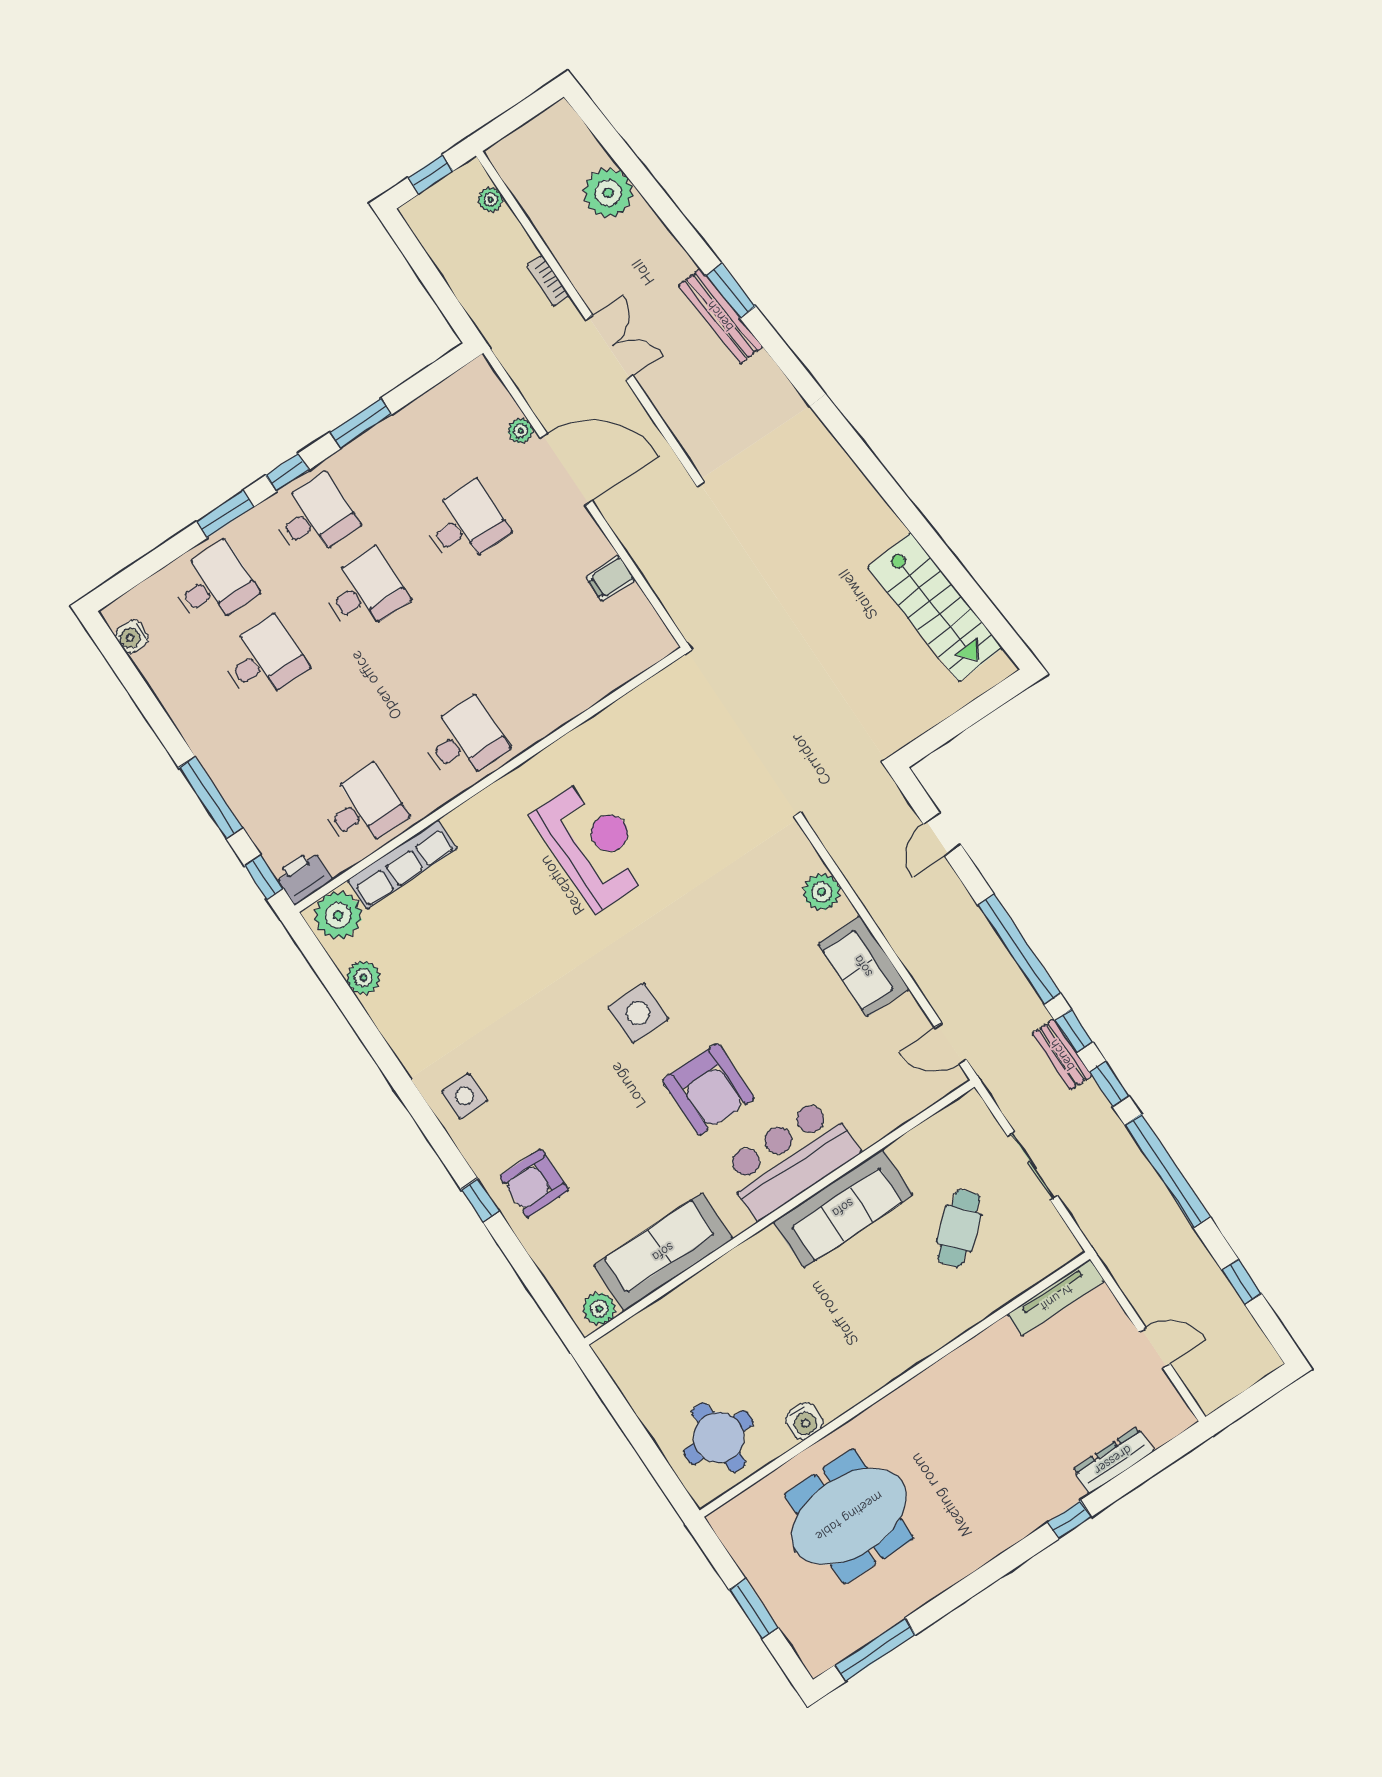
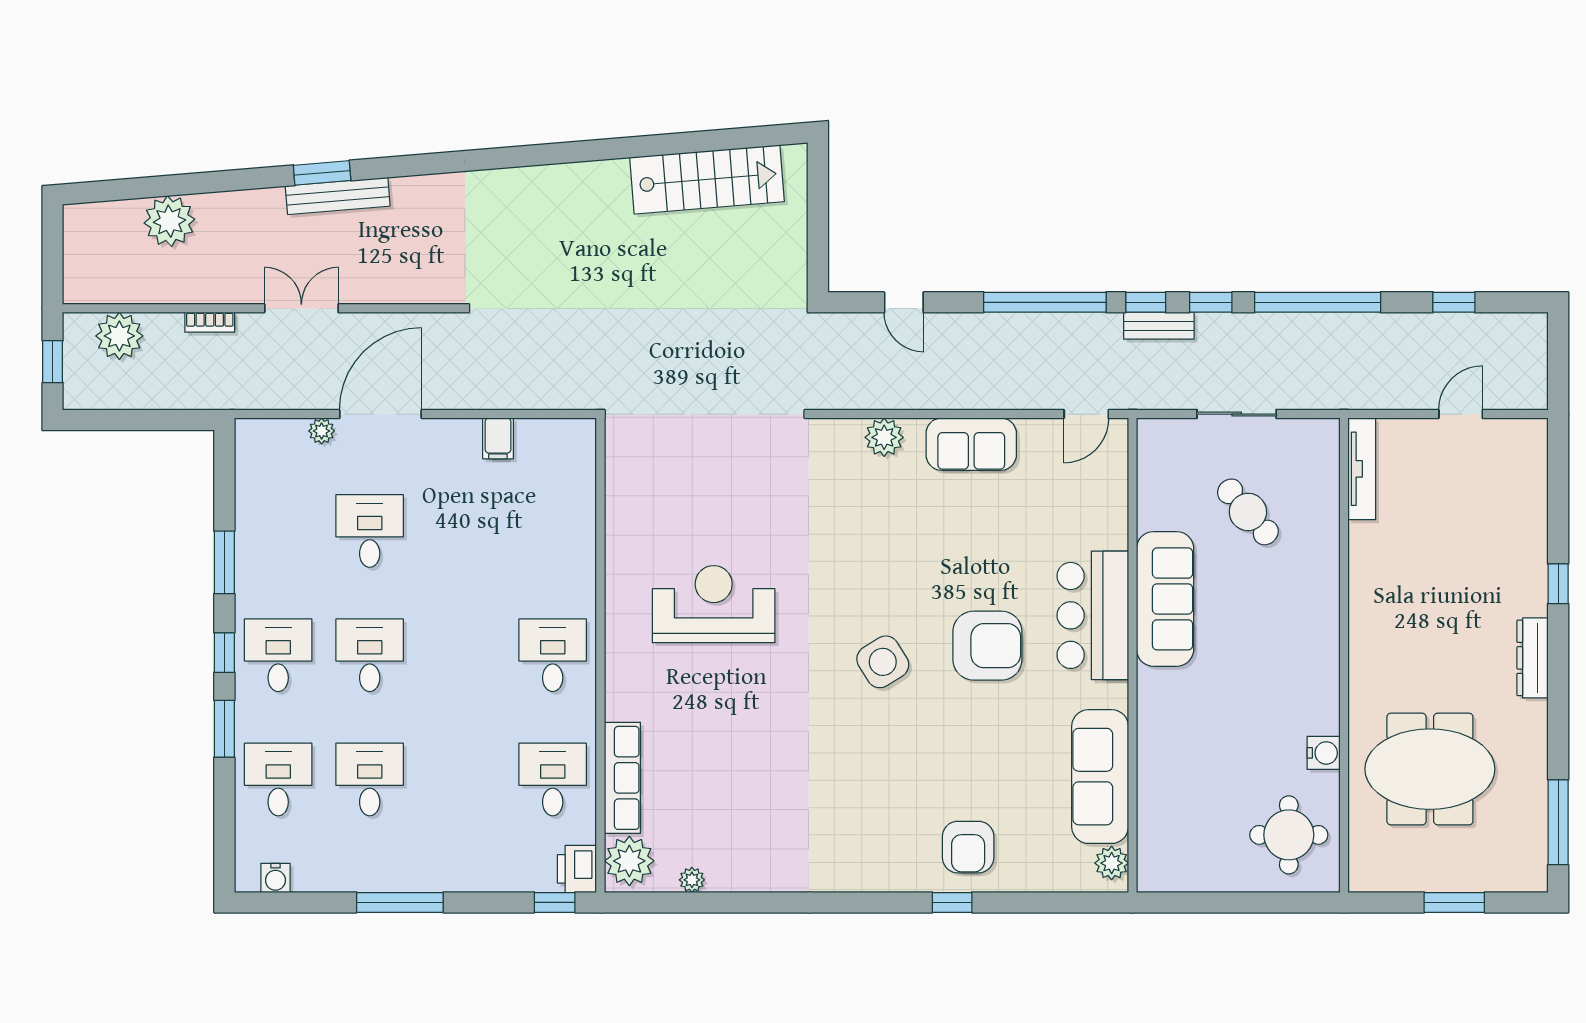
plant: (491, 200) -> (119, 336), width x1.87, depth x1.87
window: (211, 797) -> (400, 902), moved
plant: (363, 978) -> (692, 880), width x0.73, depth x0.73
side table: (638, 1013) -> (883, 662), turned -32
side table: (465, 1096) -> (855, 857), removed
dresser: (1113, 1460) -> (1533, 658), moved
meeting table: (849, 1516) -> (1430, 769), turned 90

